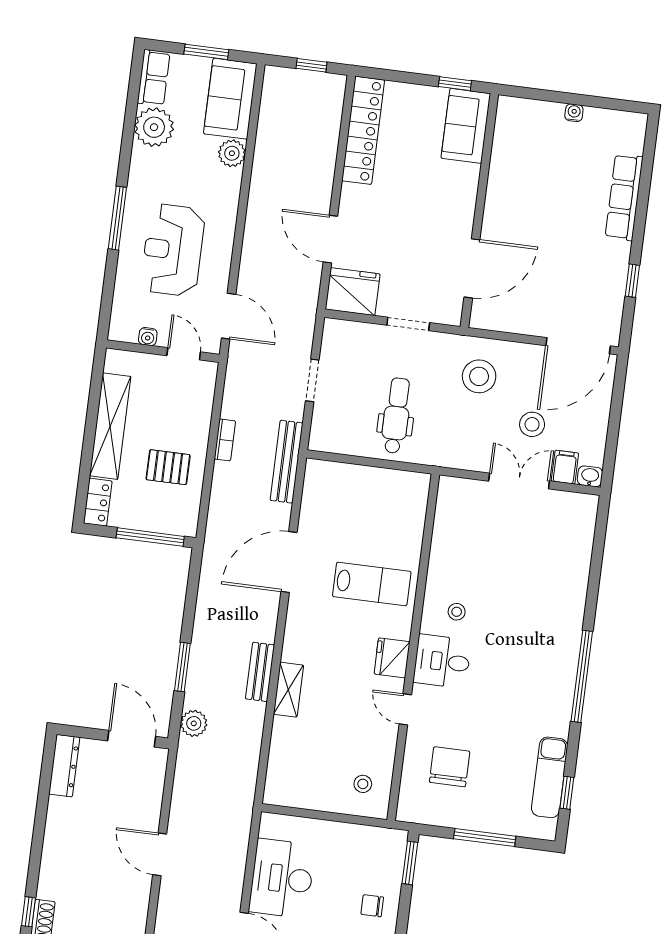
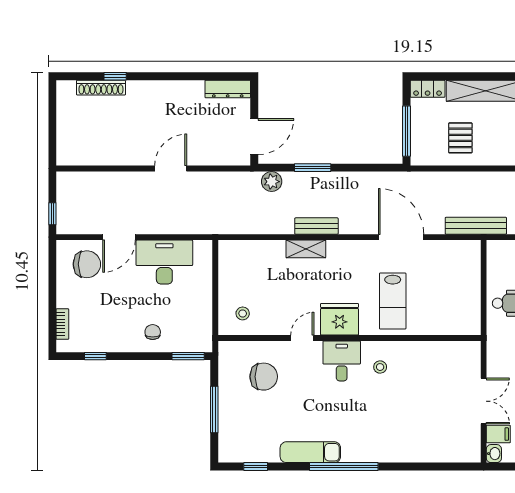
bookcase: (225, 440) -> (486, 178), removed
fridge: (392, 658) -> (340, 319), width x1.36, depth x1.34
exam couch: (550, 777) -> (310, 452), moved

